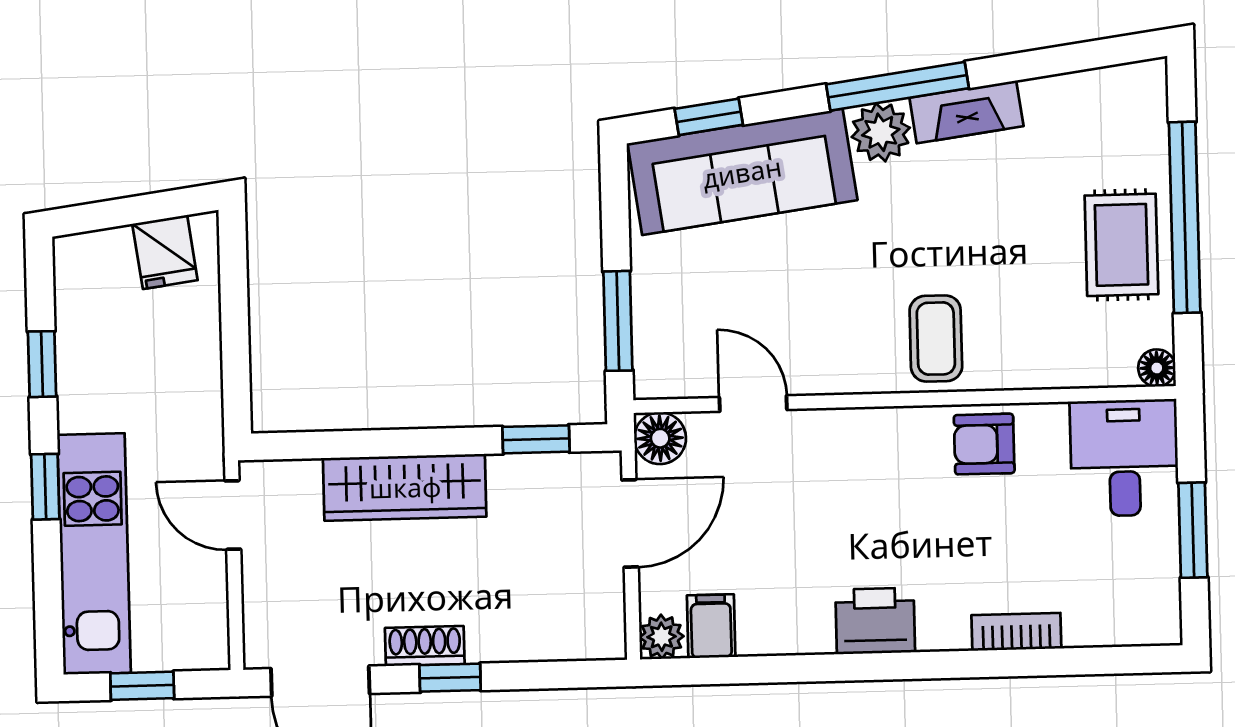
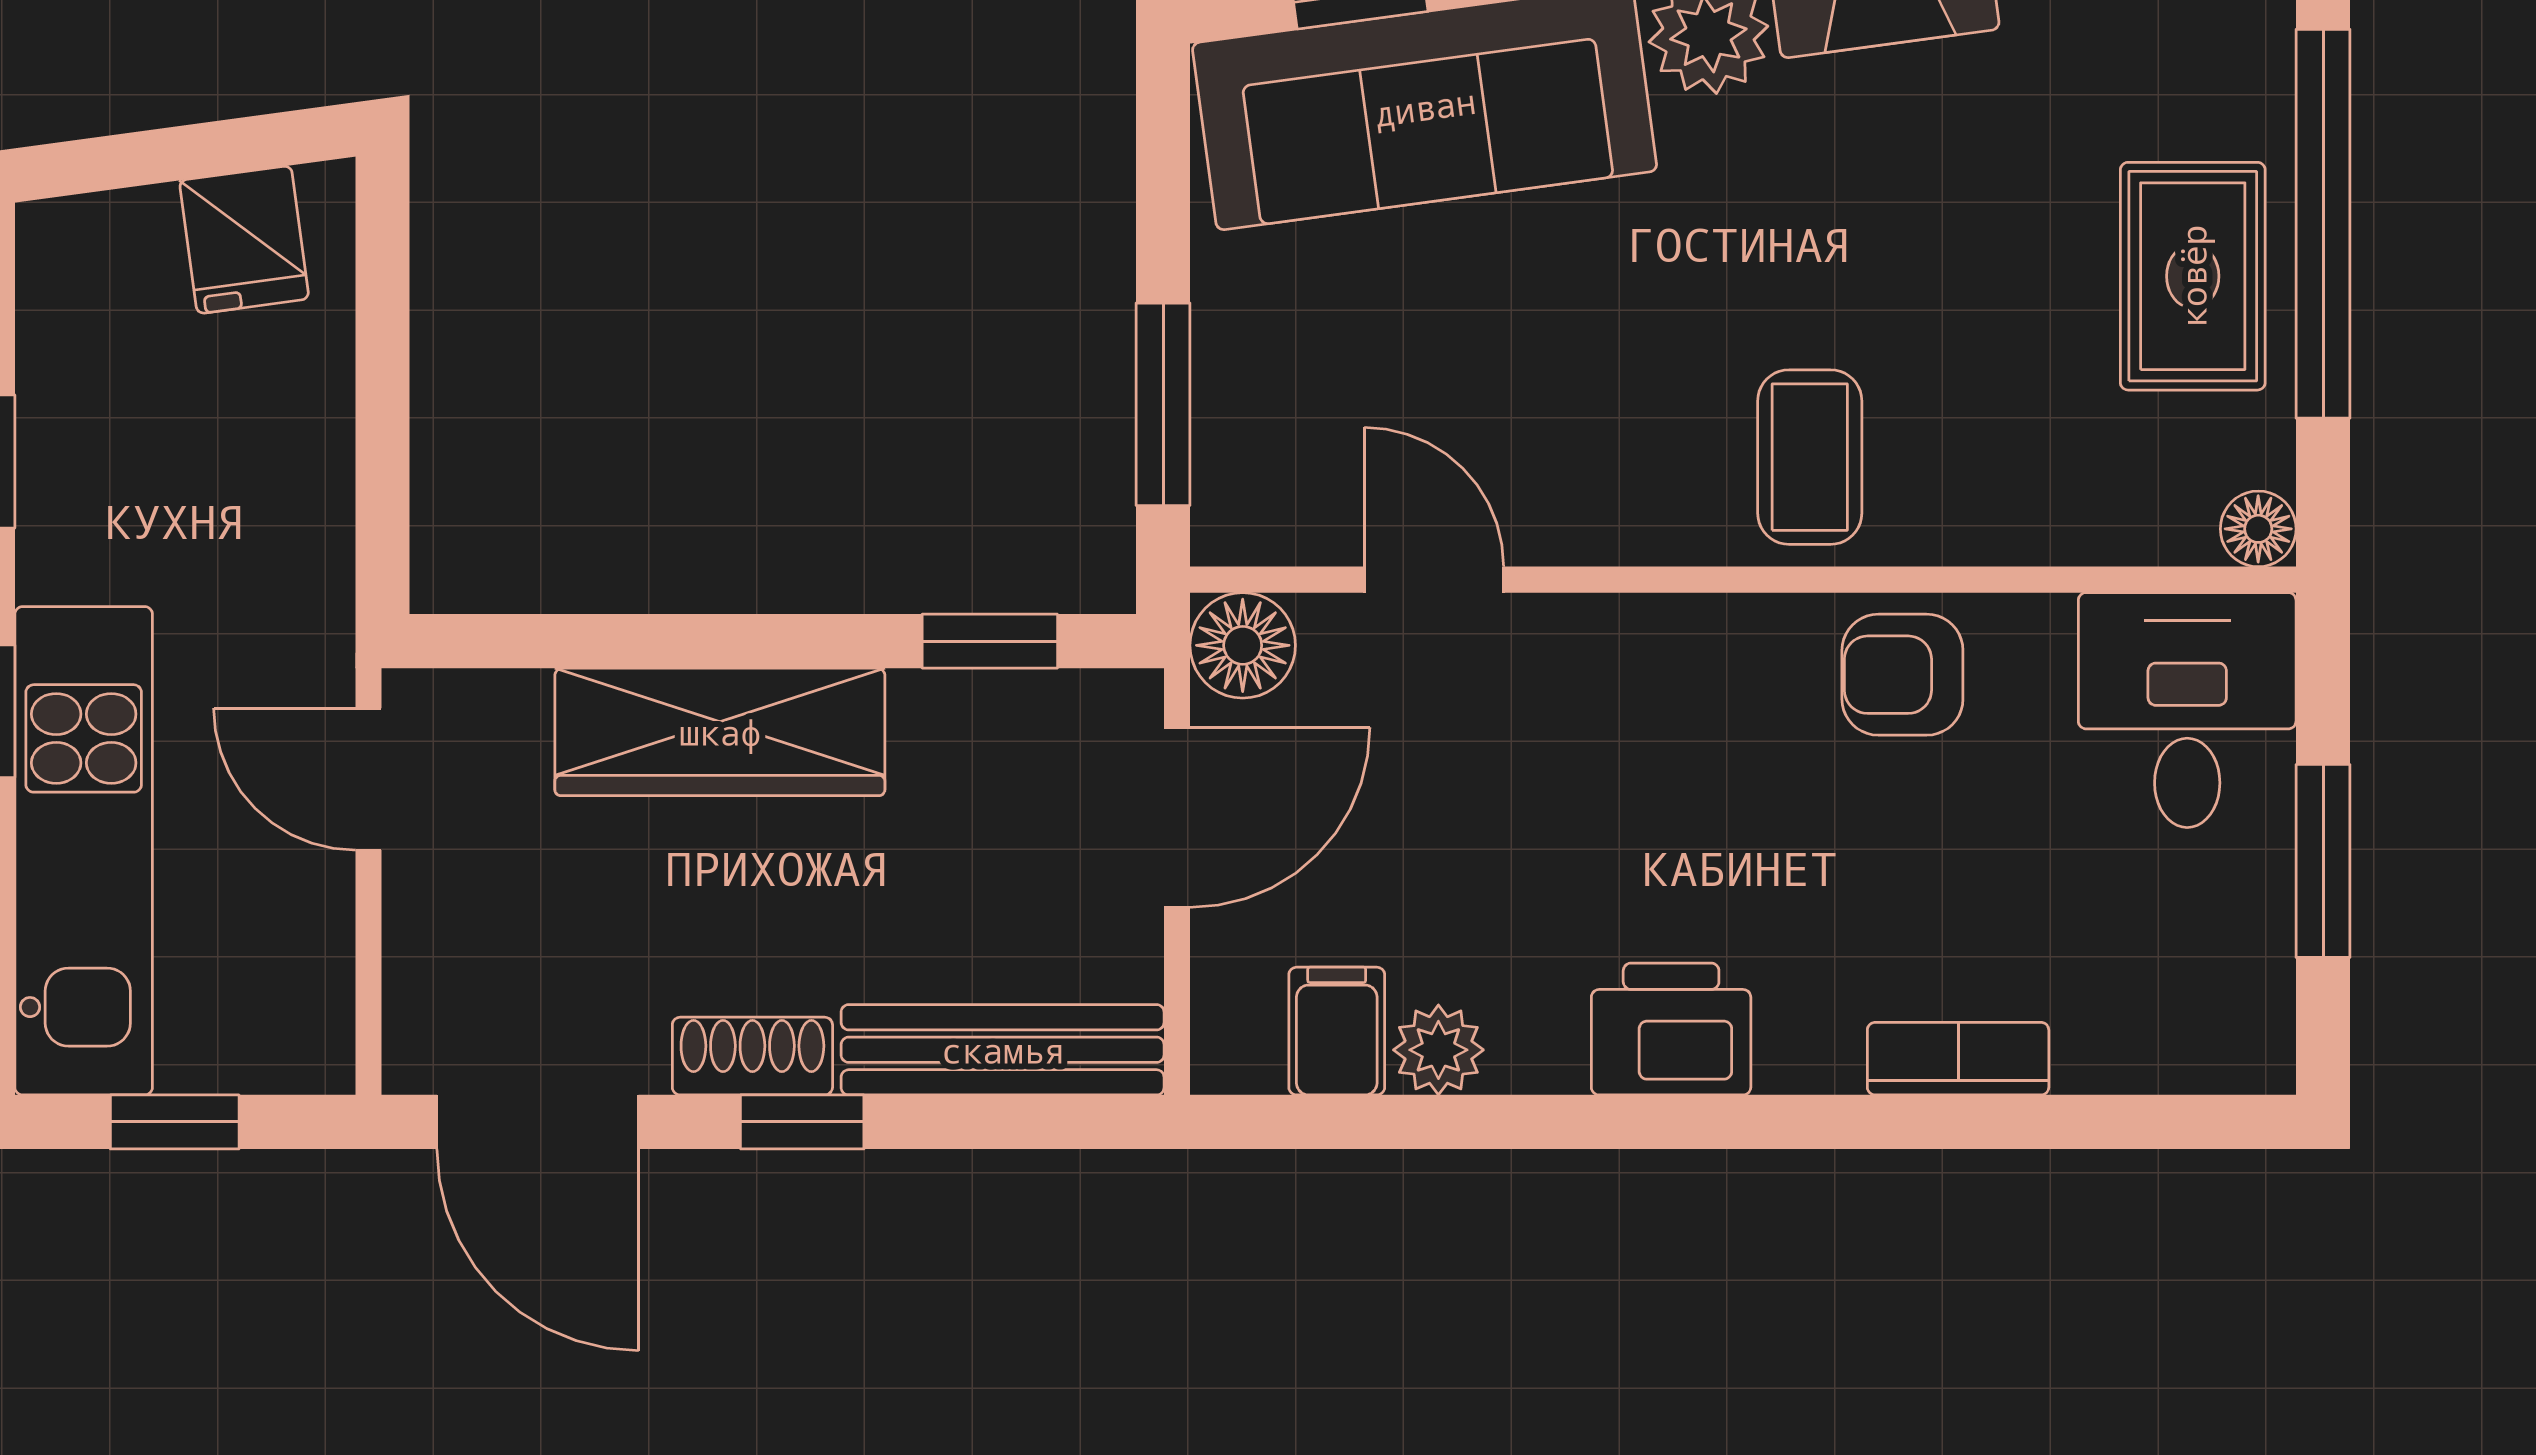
plant: (662, 637) -> (1438, 1050), moved
bench: (547, 640) -> (1003, 1050), added

